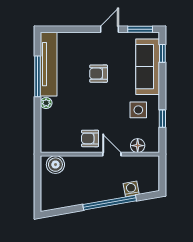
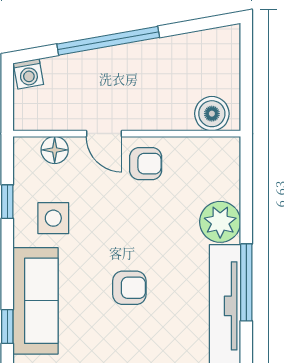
plant: (46, 103) -> (220, 222), width x1.88, depth x1.88
washing machine: (131, 189) -> (28, 74), moved

